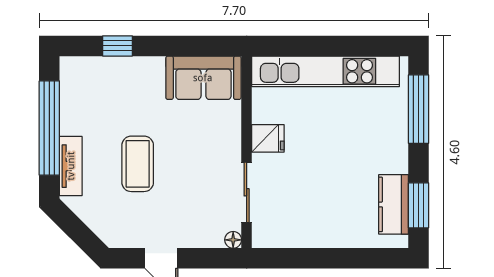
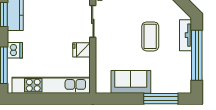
window: (118, 46) -> (161, 99), width x2.17
sofa: (203, 78) -> (131, 82), moved
dishwasher: (394, 138) -> (15, 50), added

